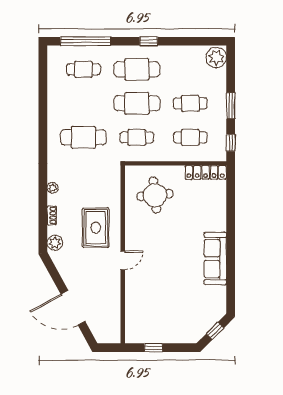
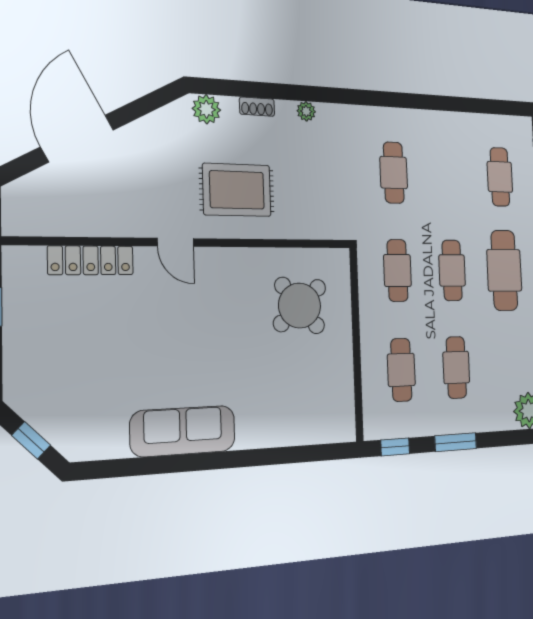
cafe table: (137, 103) -> (452, 270), width x0.73, depth x0.74
cafe table: (83, 137) -> (394, 173), width x0.73, depth x0.74
locker: (206, 172) -> (91, 260), moved, turned -90
round table: (155, 195) -> (300, 306), turned -35

